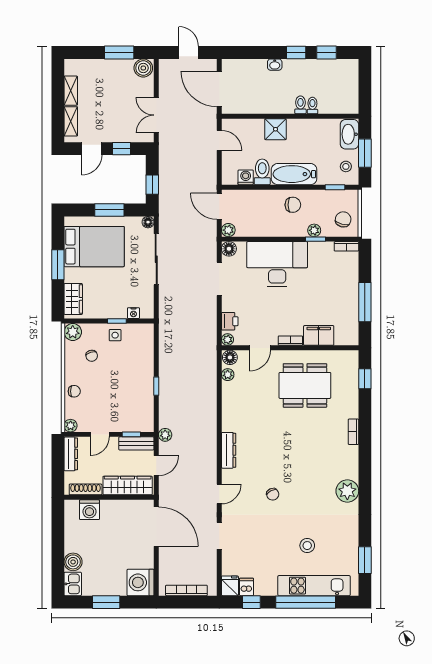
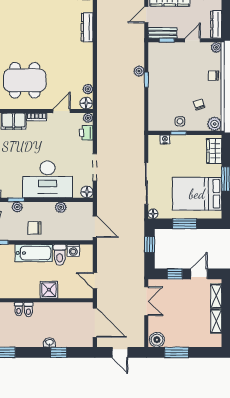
window: (296, 53) -> (59, 352), moved
plant: (228, 230) -> (61, 207), moved
plant: (165, 435) -> (139, 71), moved

